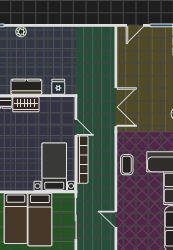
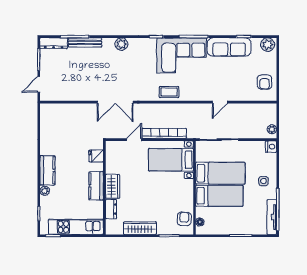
door: (135, 25) -> (39, 84), swing flipped
kitchen counter: (43, 35) -> (47, 170), added
double door: (116, 107) -> (115, 102), swing flipped

